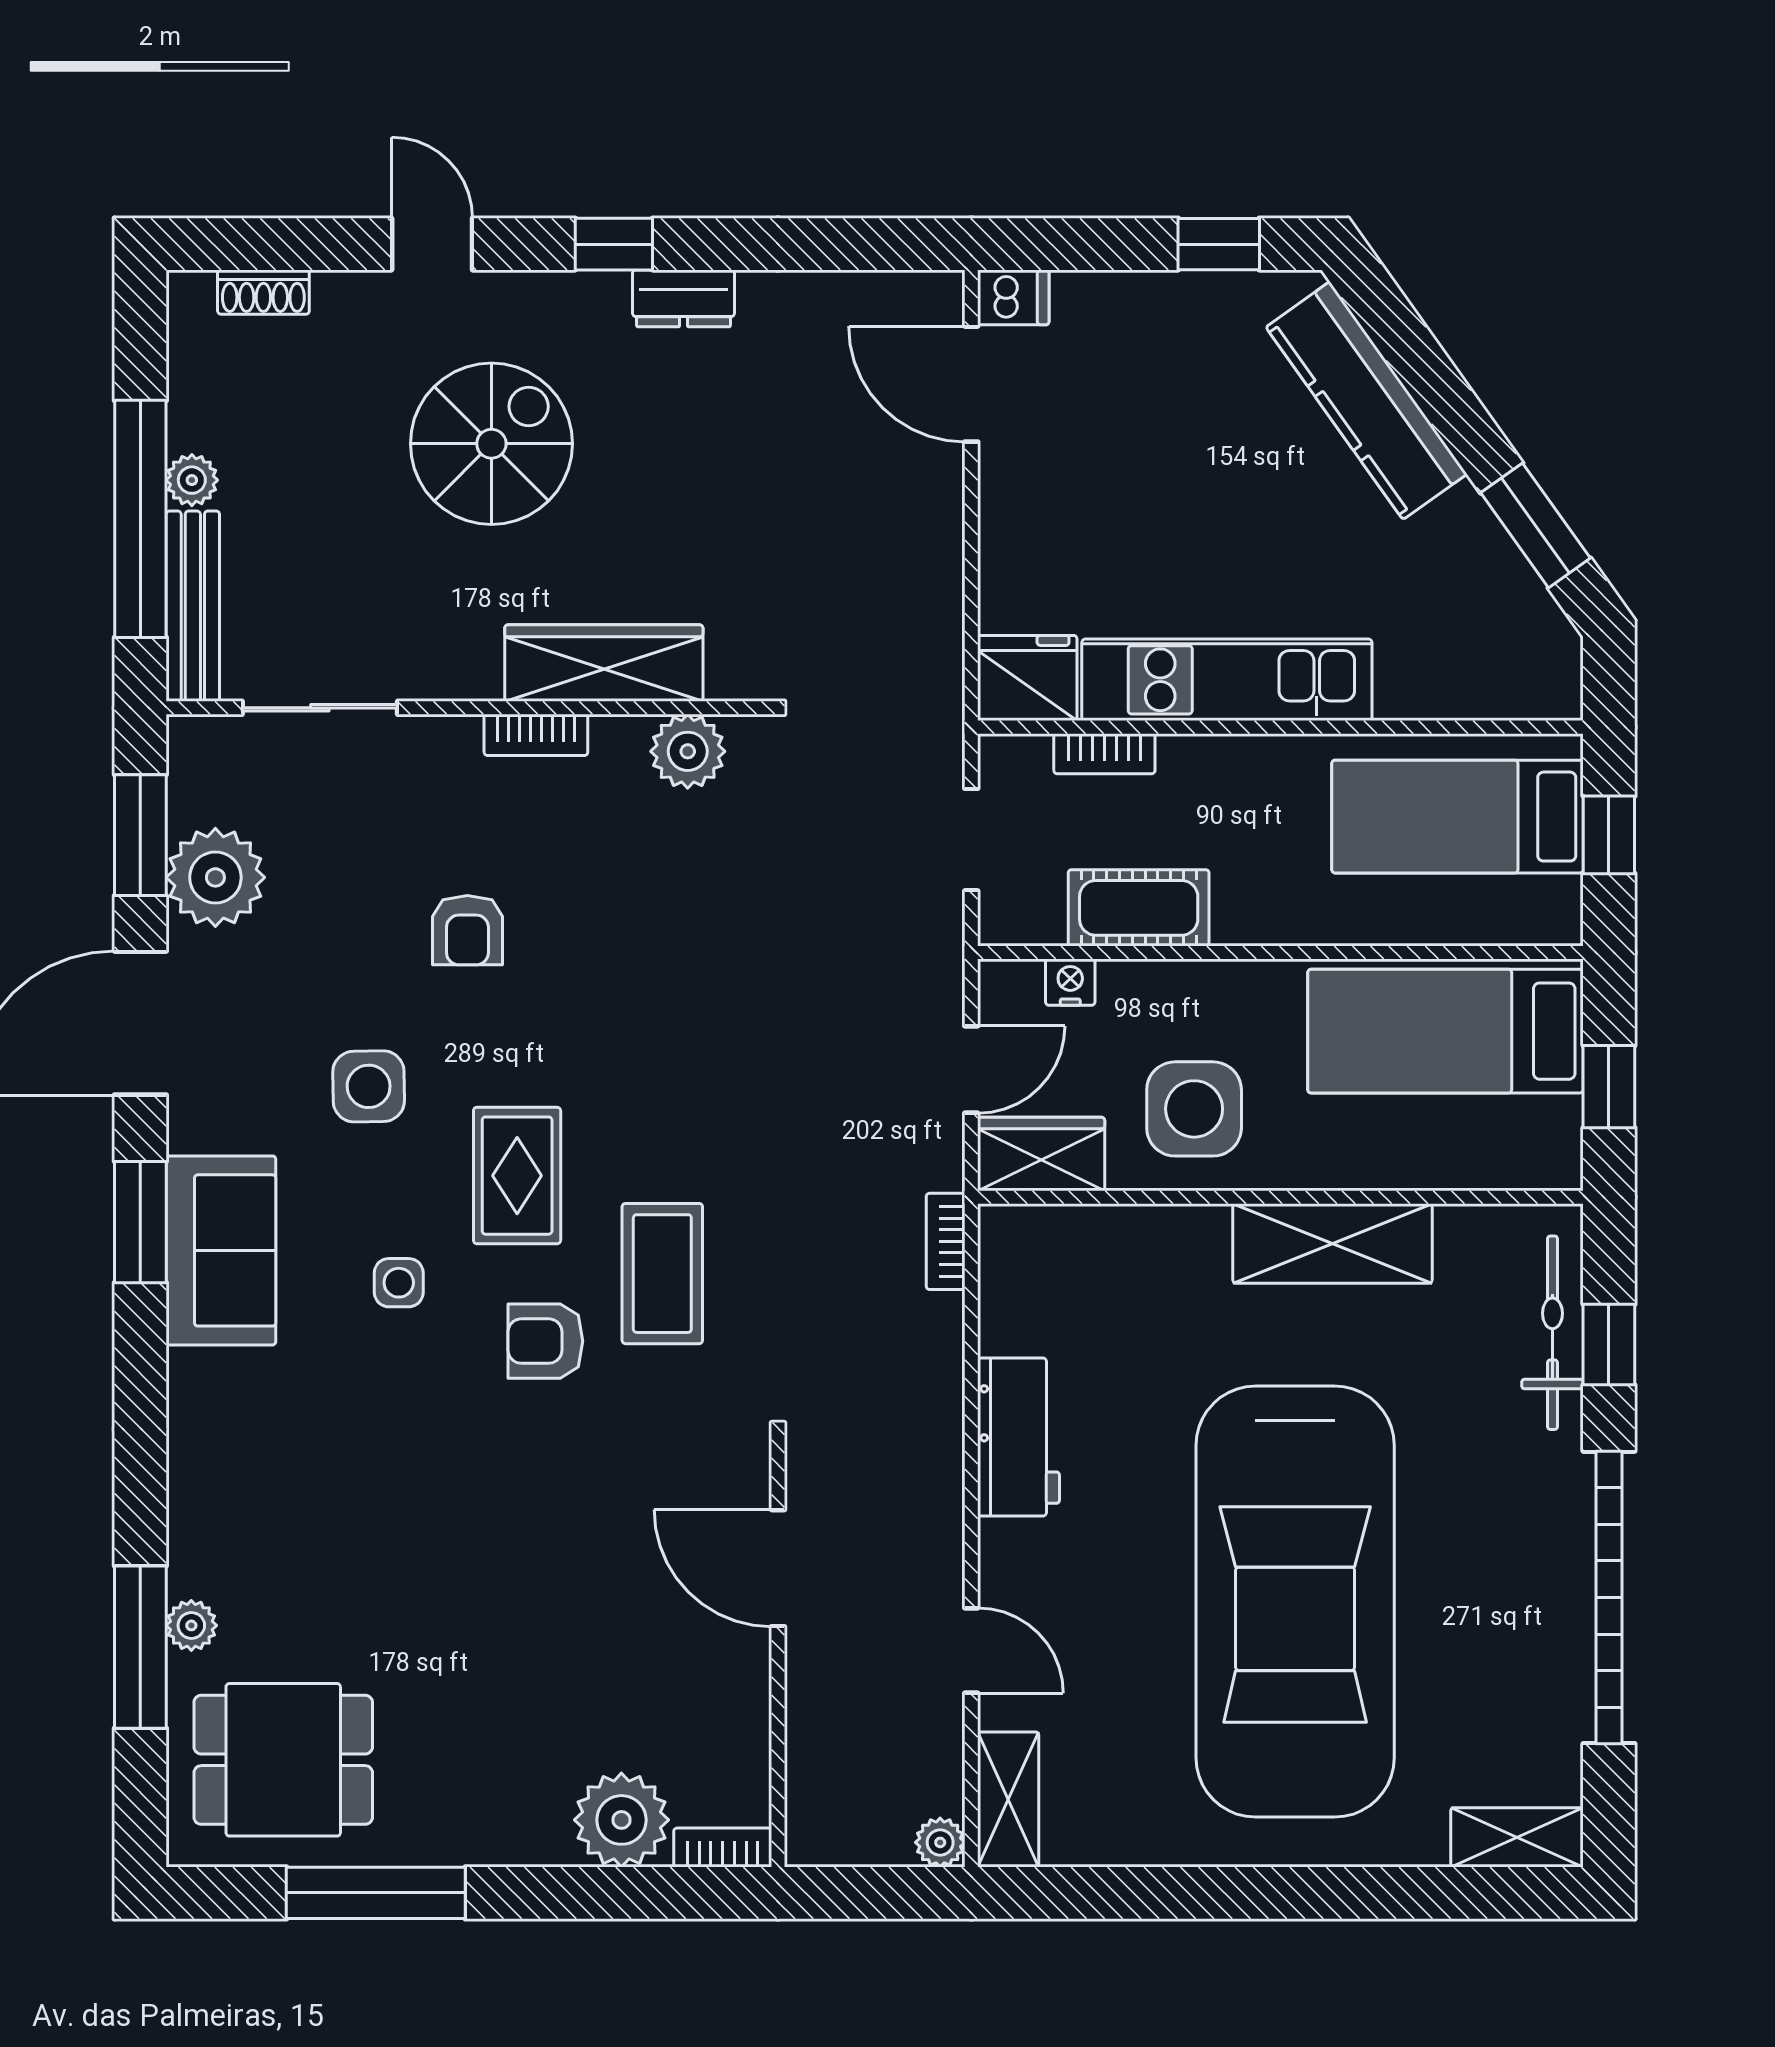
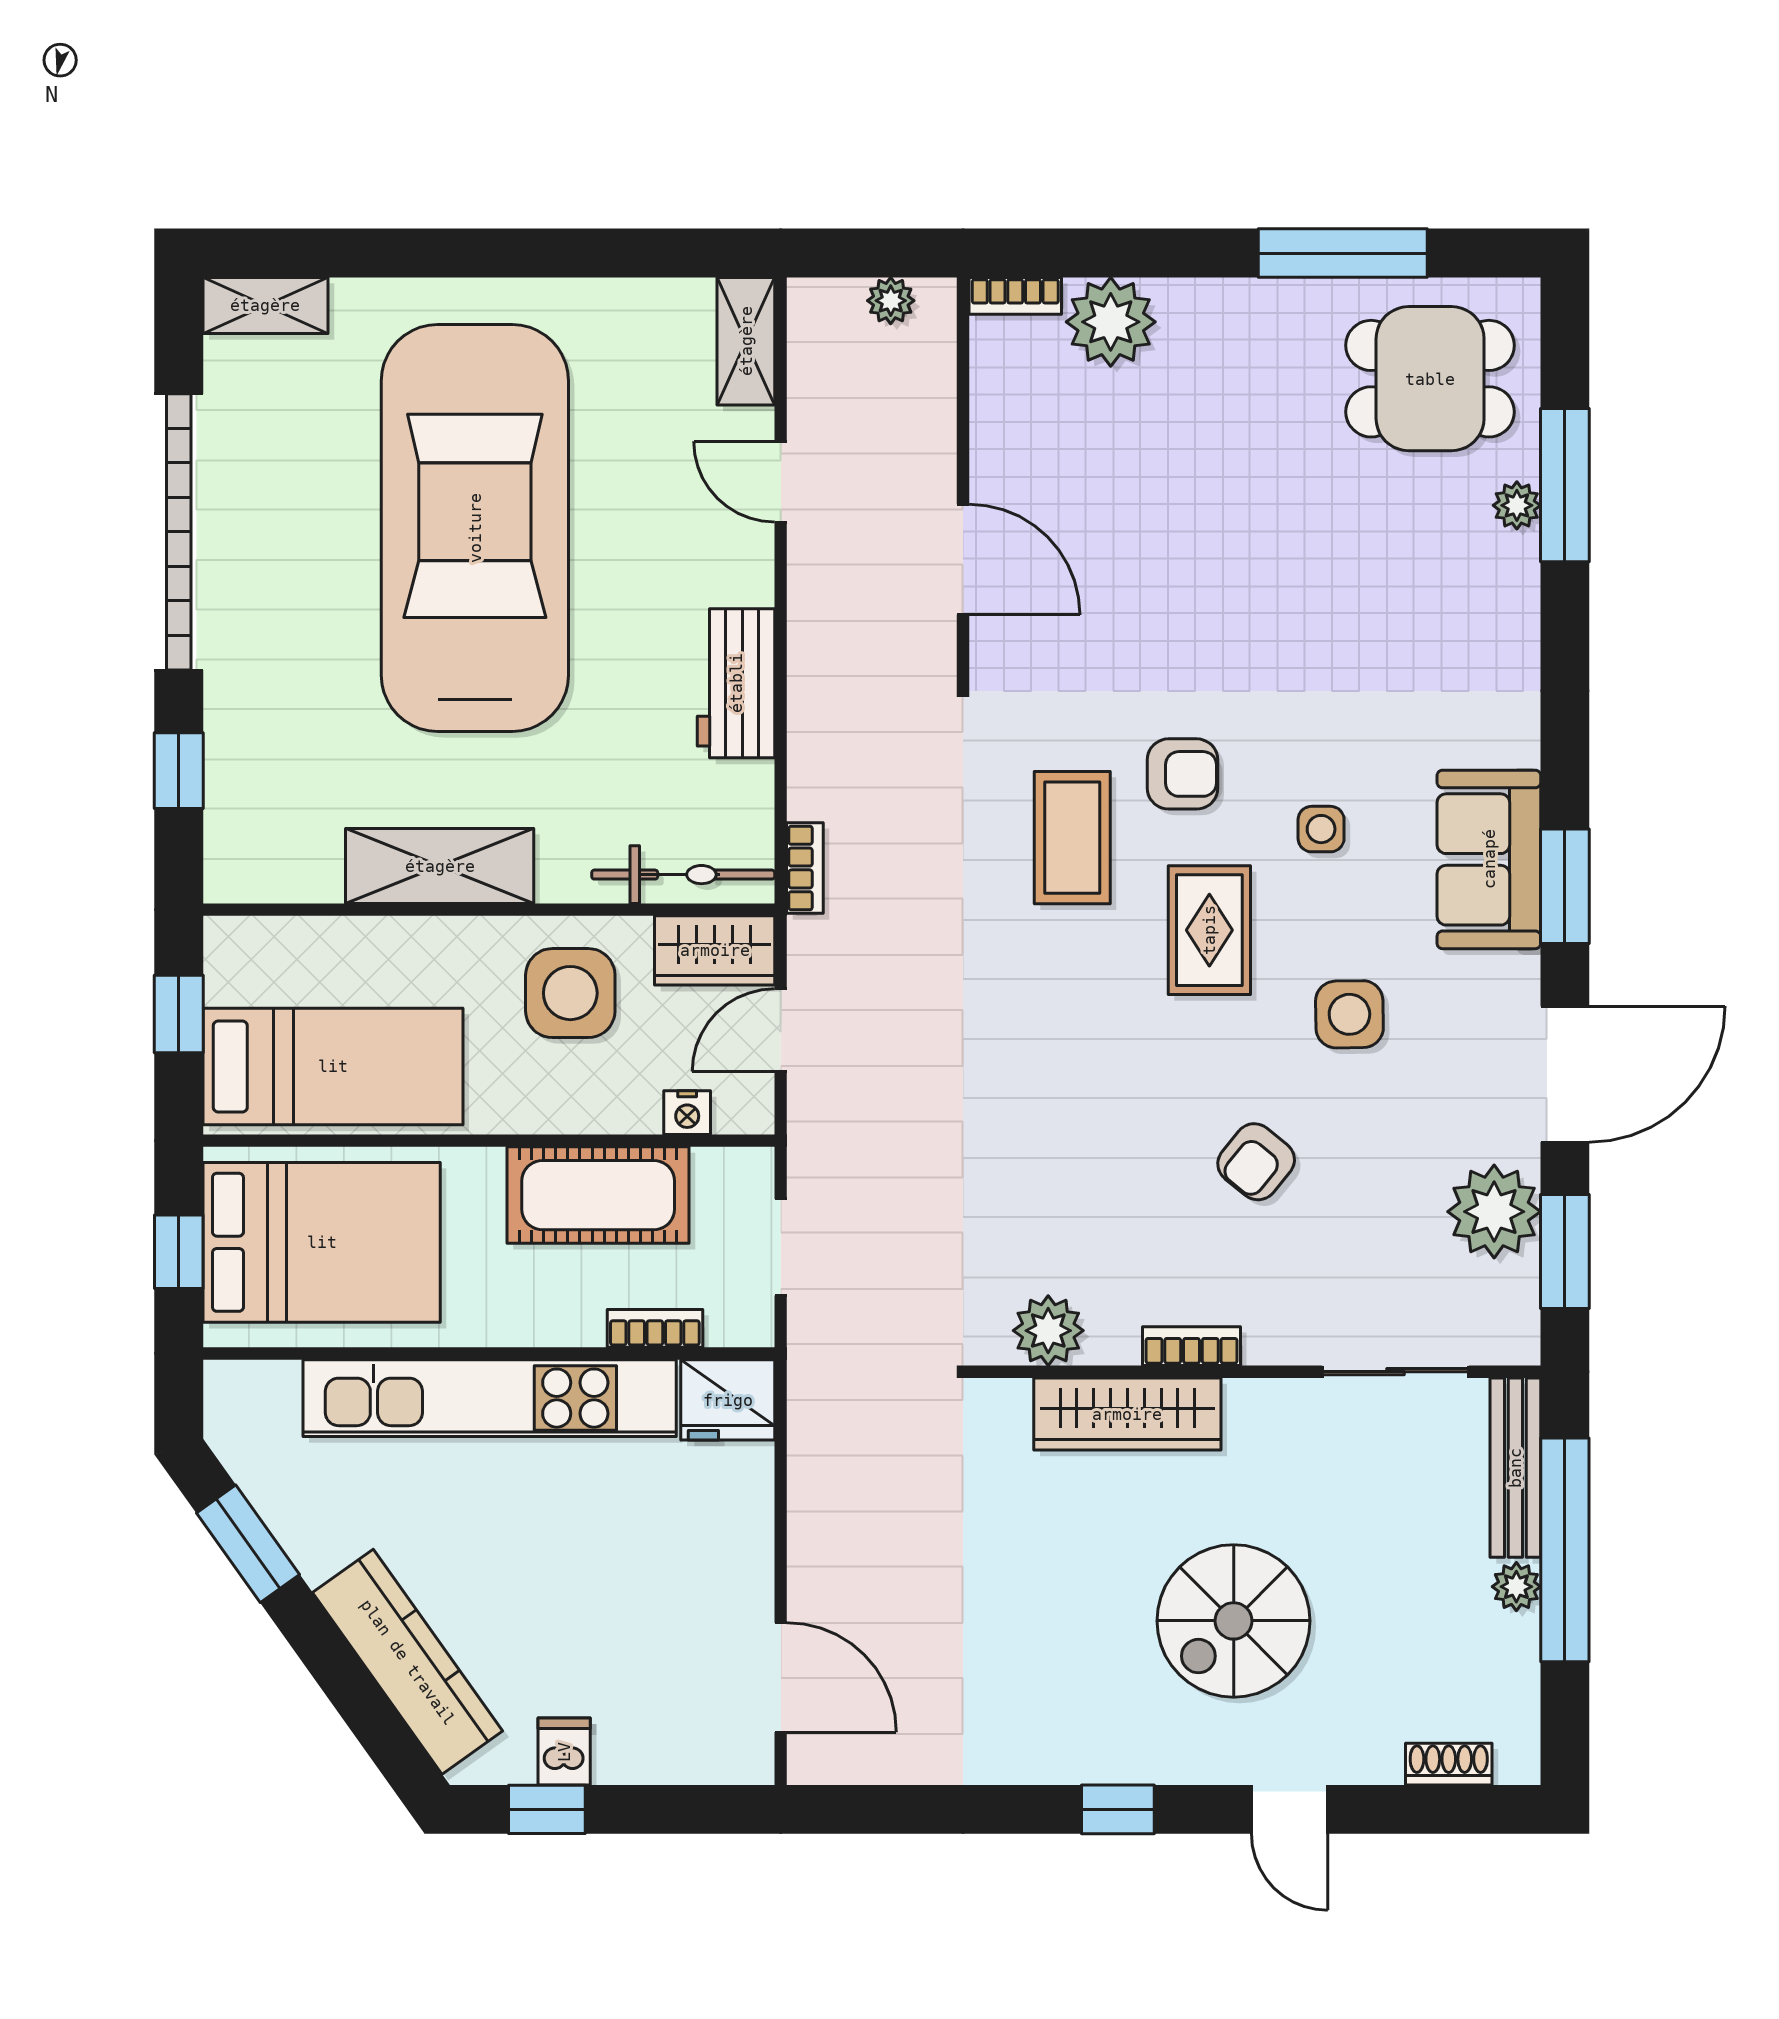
dishwasher: (1013, 297) -> (564, 1752), moved, turned 90
dresser: (683, 298) -> (1052, 1758), removed
kitchen unit: (1227, 680) -> (490, 1398), width x1.36
bed: (1458, 817) -> (322, 1242), width x1.50
cot: (1139, 908) -> (598, 1195), width x1.37, depth x1.34
armchair: (467, 930) -> (1256, 1162), turned -141
bicycle: (1552, 1333) -> (683, 875), moved, turned -90
plant: (940, 1842) -> (891, 301), moved

